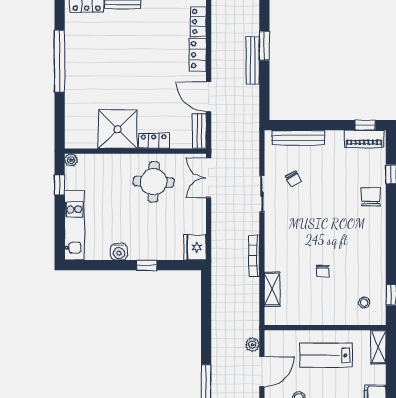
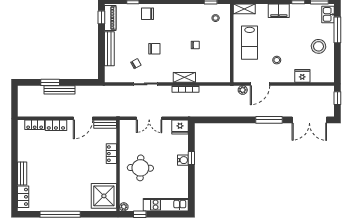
shower: (118, 129) -> (104, 196), moved
bench: (298, 138) -> (109, 49), moved
double door: (209, 178) -> (149, 118), moved
round table: (154, 182) -> (140, 168), moved
chair: (317, 208) -> (154, 49), added
water cooler: (119, 252) -> (183, 160), moved
shelving: (272, 289) -> (184, 77), moved
door: (262, 372) -> (260, 84), swing flipped

